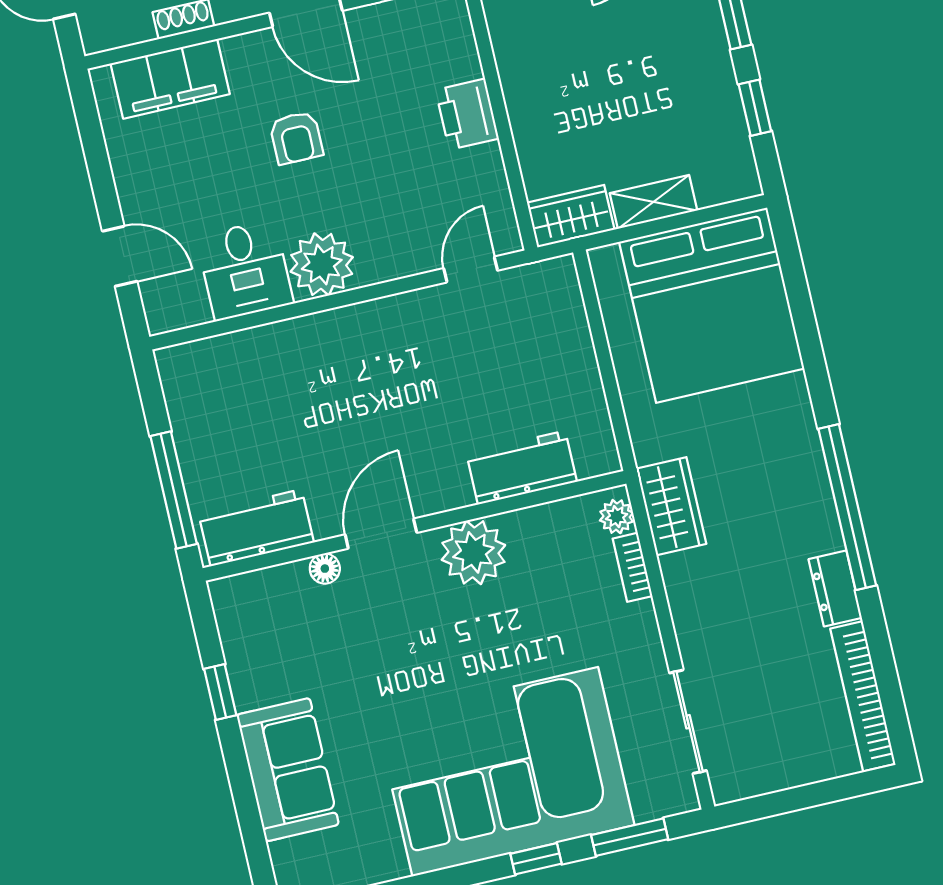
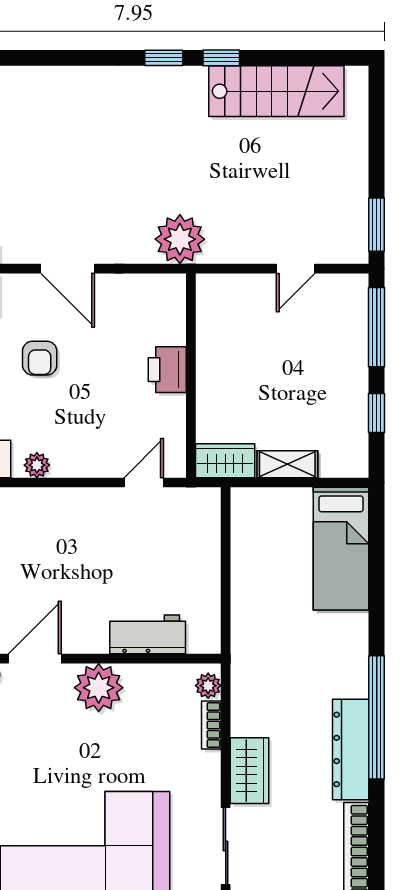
plant: (322, 264) -> (37, 465), width x0.53, depth x0.53
bed: (712, 305) -> (341, 549), width x0.49
wardrobe: (671, 506) -> (249, 771), moved
dresser: (835, 588) -> (351, 749), width x1.96, depth x1.24

